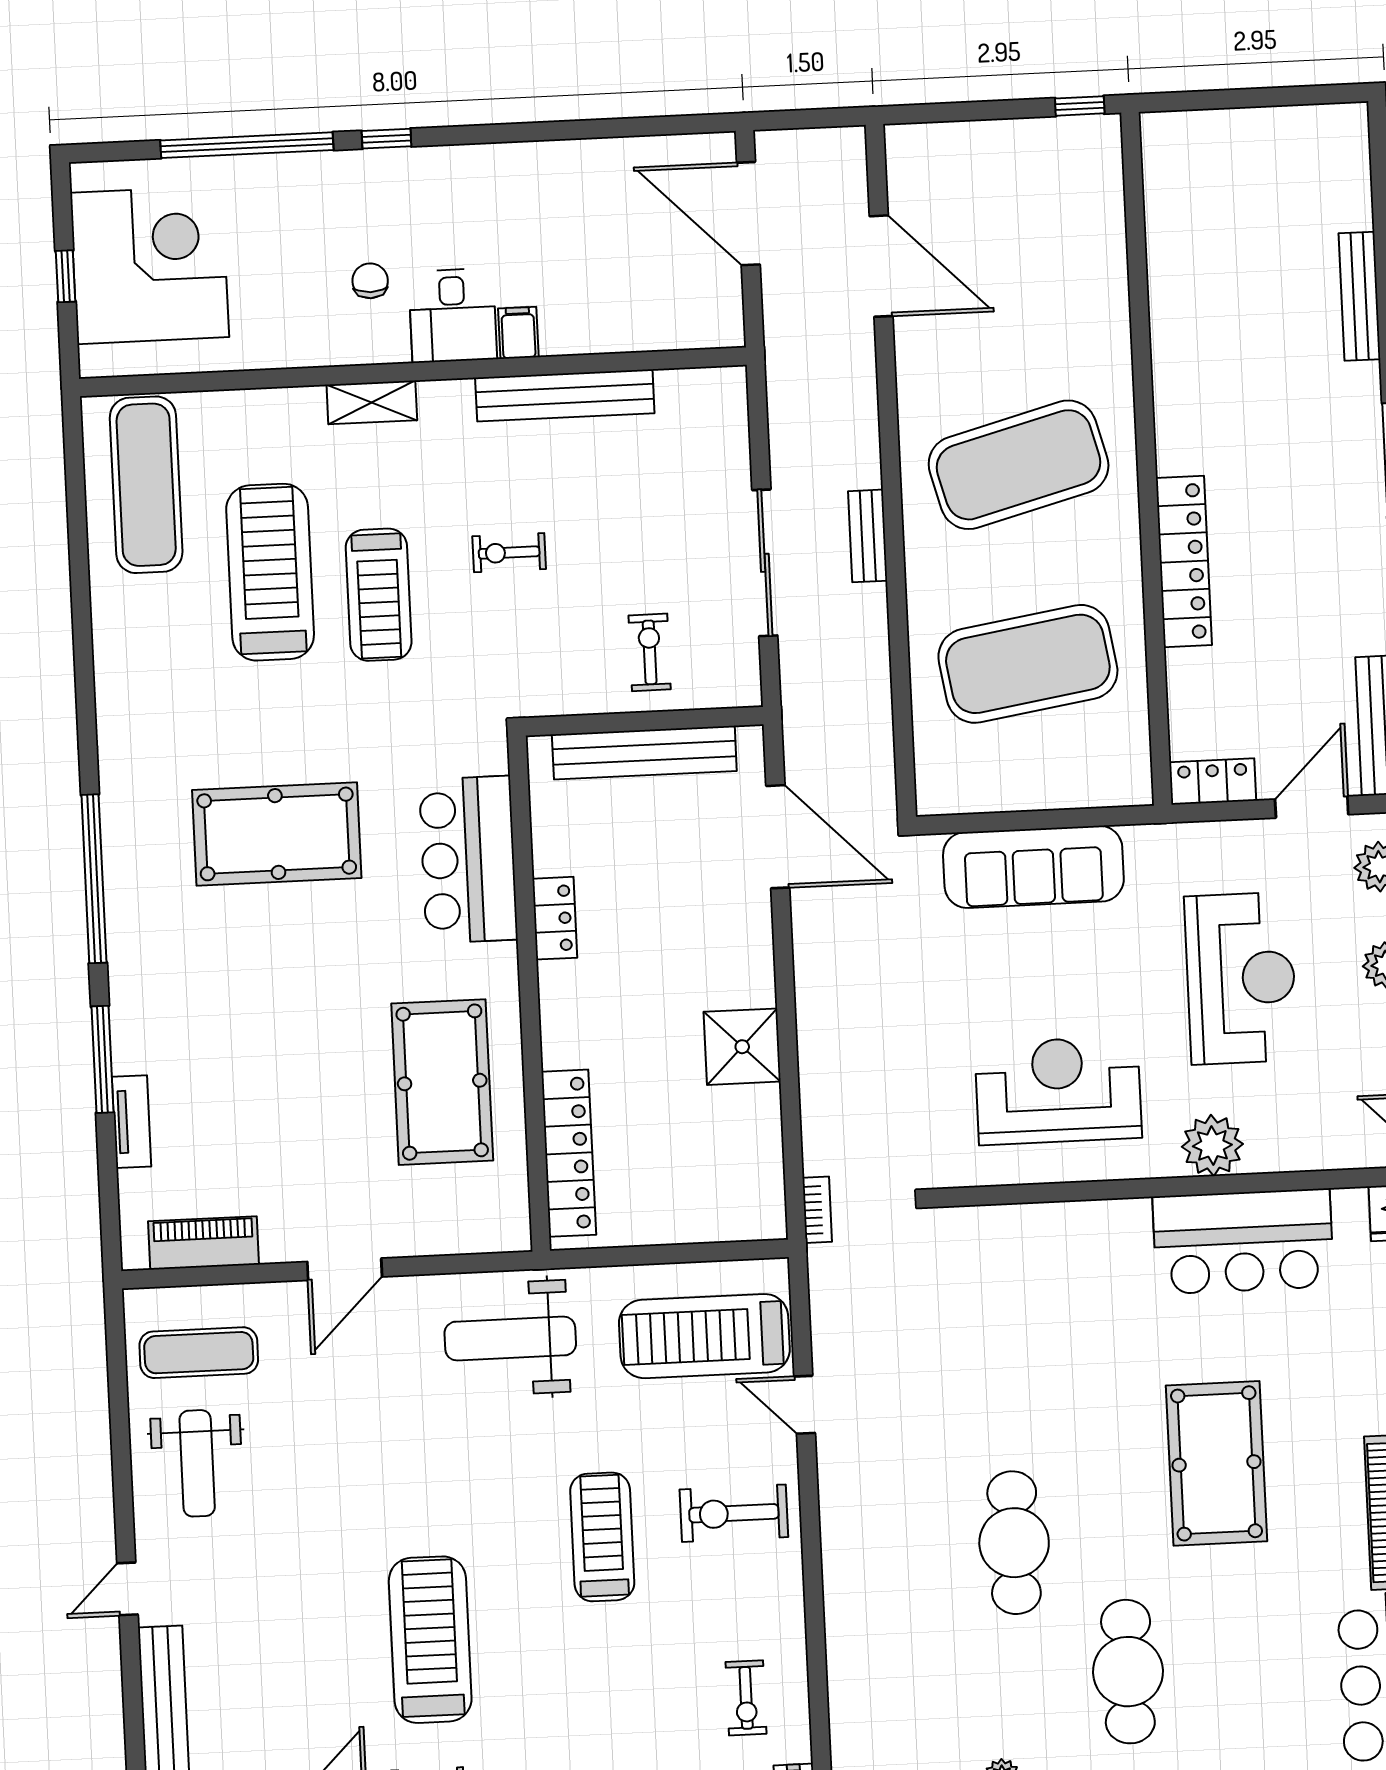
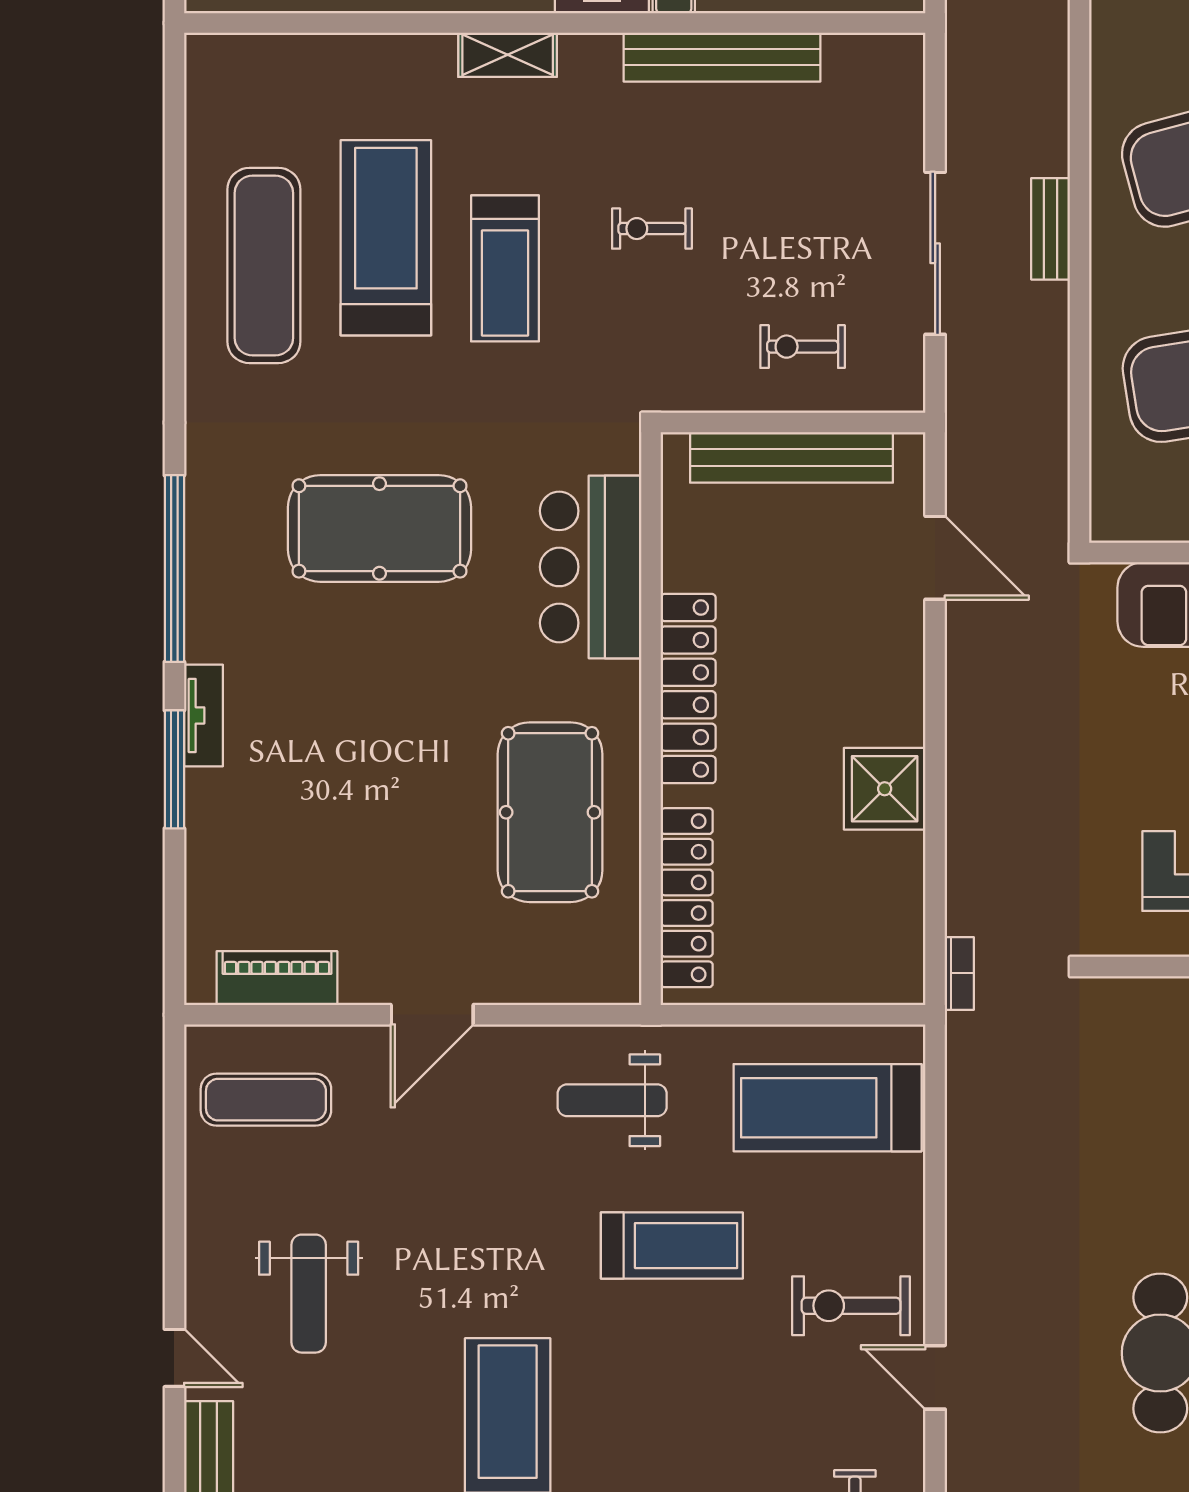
exercise mat: (146, 485) -> (264, 265), moved
exercise bike: (650, 652) -> (803, 347), turned -90
door: (778, 837) -> (935, 558), width x0.73
locker: (555, 918) -> (688, 689), width x2.16, depth x1.21
tv unit: (132, 1122) -> (203, 715), moved
weight bench: (510, 1338) -> (612, 1100), width x0.73, depth x0.75
door: (805, 1405) -> (935, 1377), moved
weight bench: (197, 1463) -> (309, 1294), moved
treadmill: (602, 1537) -> (672, 1246), moved, turned 90
door: (127, 1589) -> (174, 1358), swing flipped

